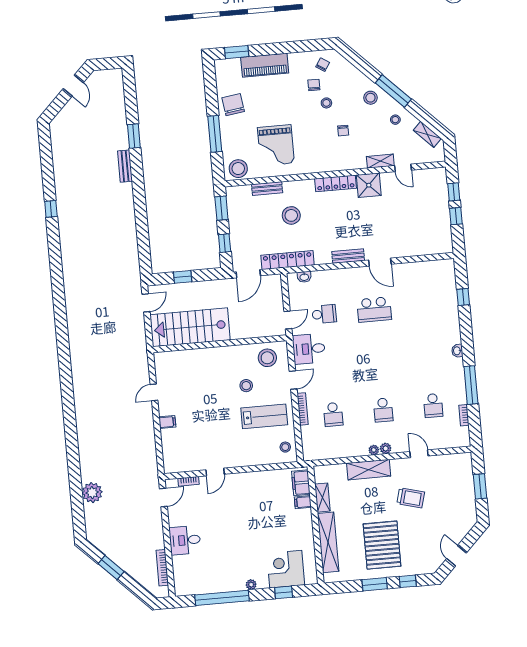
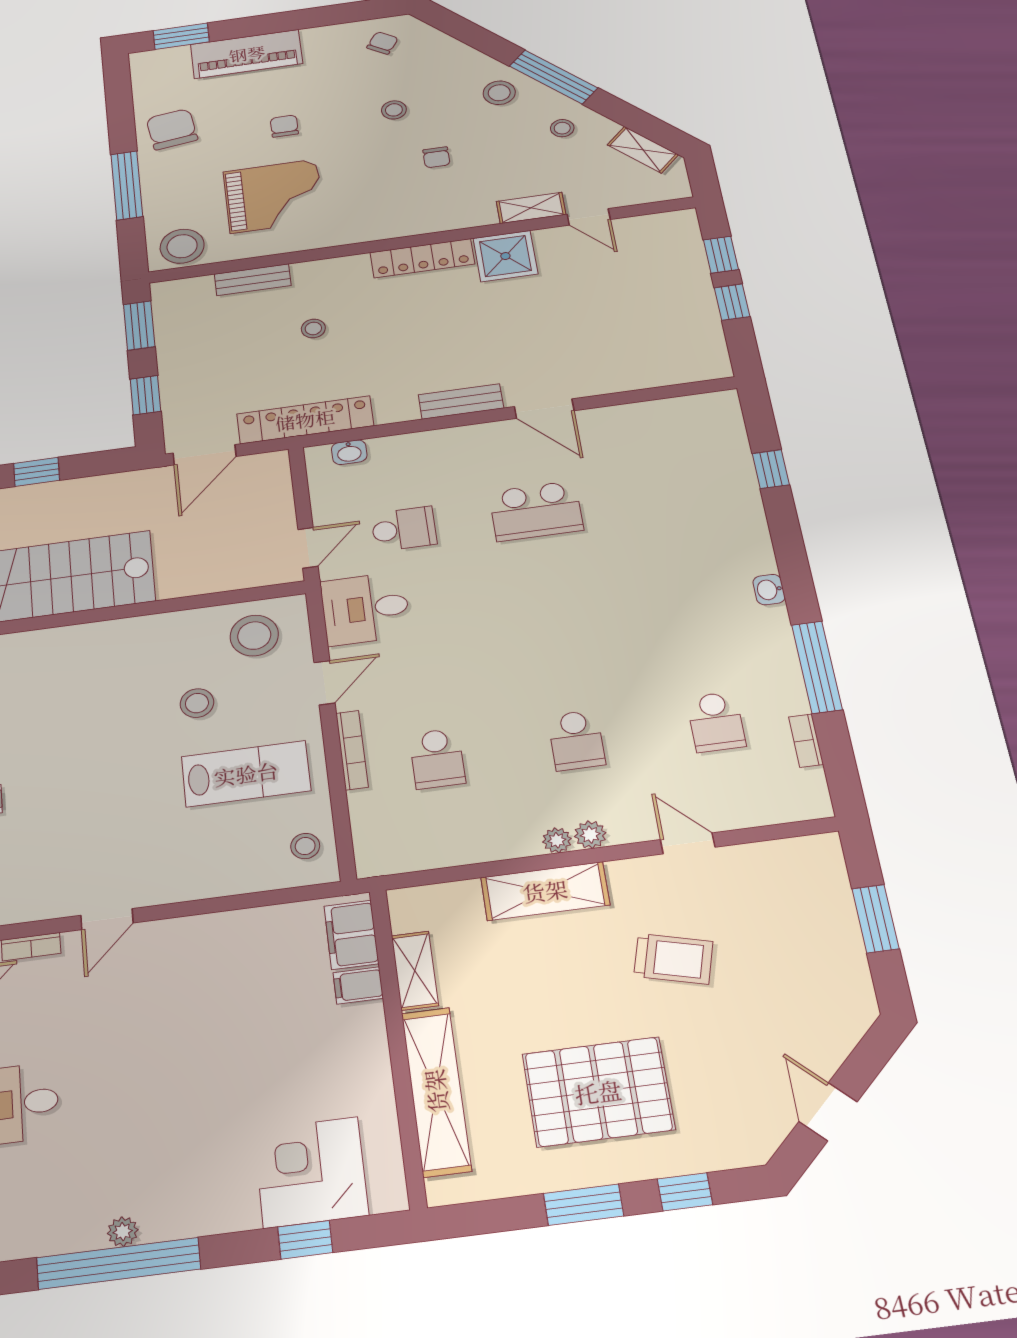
chair: (314, 85) -> (284, 126), moved
grand piano: (276, 145) -> (274, 196), turned -90
stool: (291, 215) -> (313, 328), width x0.53, depth x0.53
pallet: (382, 545) -> (598, 1092), turned 90
plant: (251, 585) -> (123, 1232), moved

